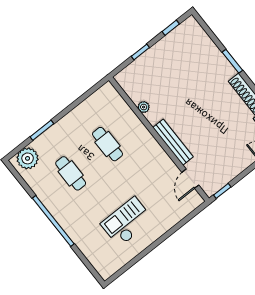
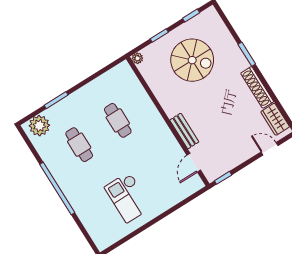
spiral stairs: (177, 74) -> (192, 60), added
plant: (144, 107) -> (137, 58), moved
bench: (173, 142) -> (184, 131), width x0.73
checkout: (127, 222) -> (128, 197), turned -90

